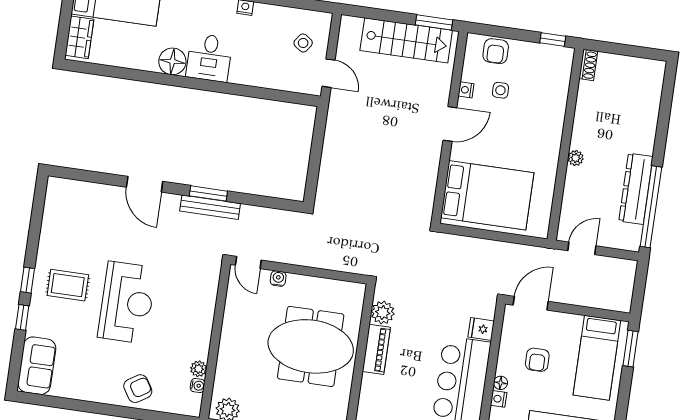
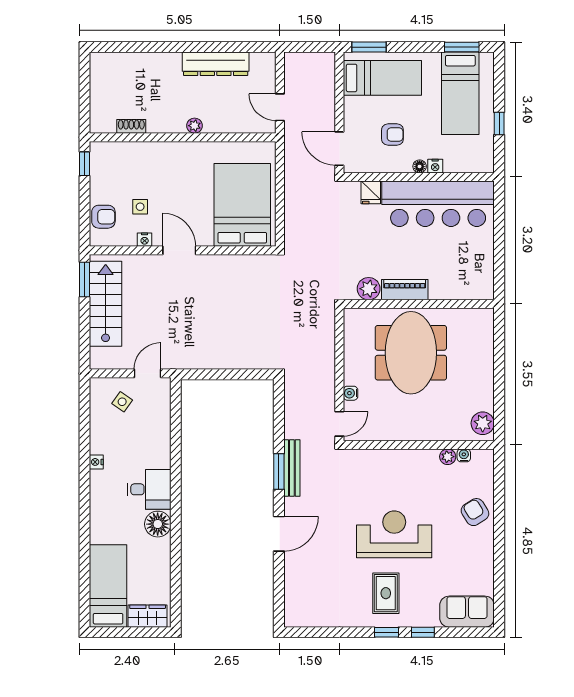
shoe rack: (588, 65) -> (131, 126), moved
window: (651, 207) -> (231, 47), removed

